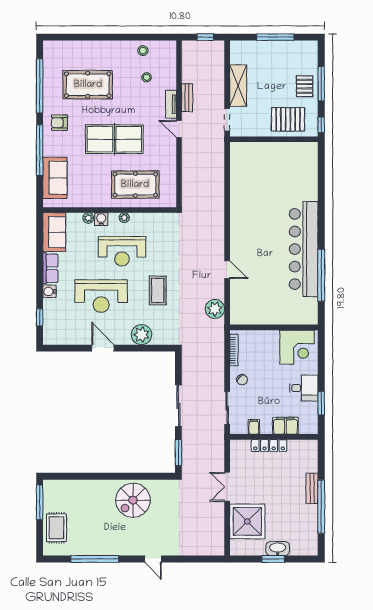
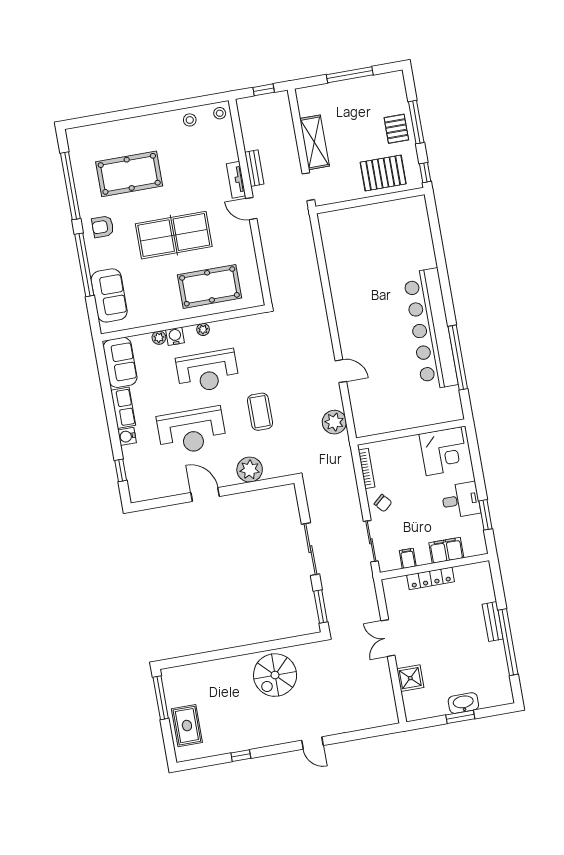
stool: (147, 77) -> (220, 113), moved
shower: (247, 521) -> (410, 678), width x0.54, depth x0.54
window: (95, 559) -> (241, 756), width x0.32

